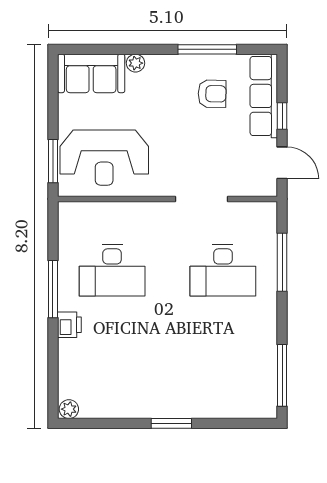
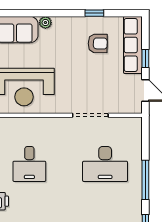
window: (207, 49) -> (94, 13), width x0.46
window: (282, 262) -> (145, 180), moved
desk: (112, 270) -> (29, 164), width x0.73

